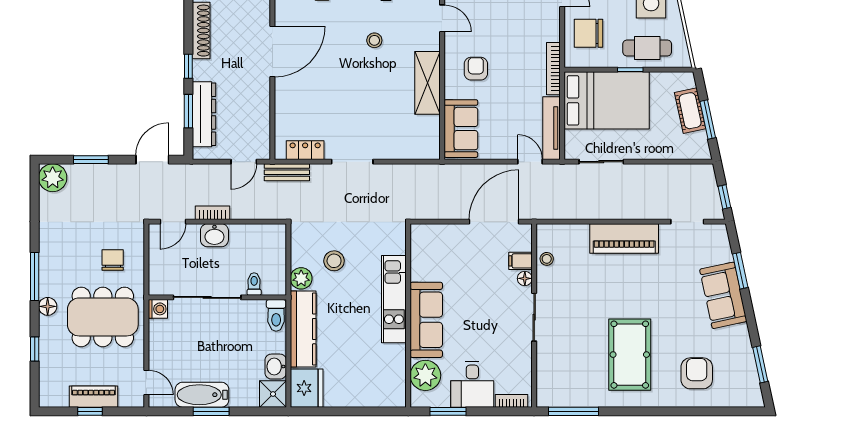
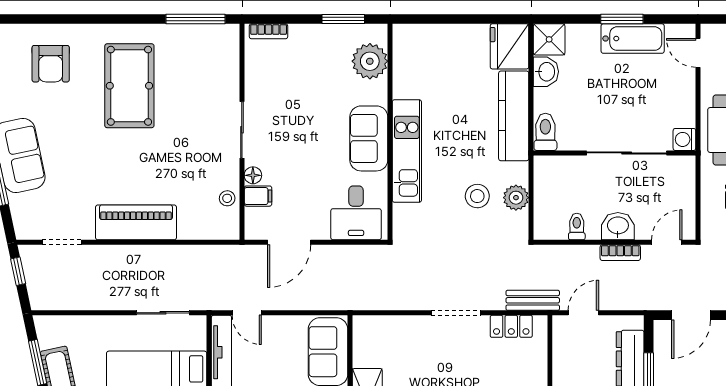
door: (494, 222) -> (289, 242), width x0.73
plant: (301, 278) -> (516, 198), moved
toilet: (254, 284) -> (577, 227), moved, turned 180
sofa: (426, 320) -> (369, 138), width x0.73
desk: (472, 384) -> (356, 213), moved, turned 180

